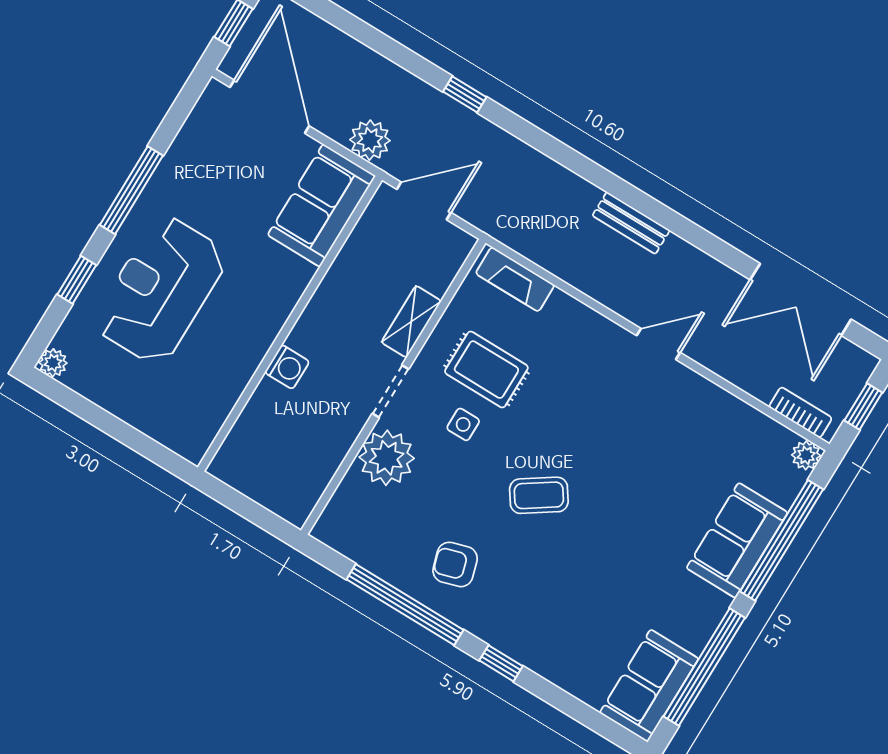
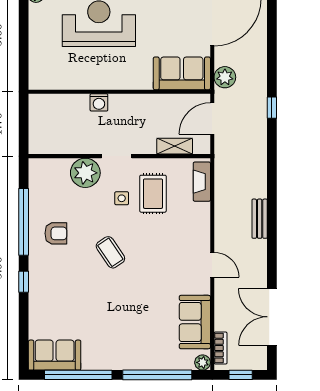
door: (424, 201) -> (212, 119), swing flipped
shelving: (411, 322) -> (175, 146), moved
sofa: (737, 540) -> (195, 322), moved, turned -90
armchair: (455, 564) -> (56, 233), turned 107

